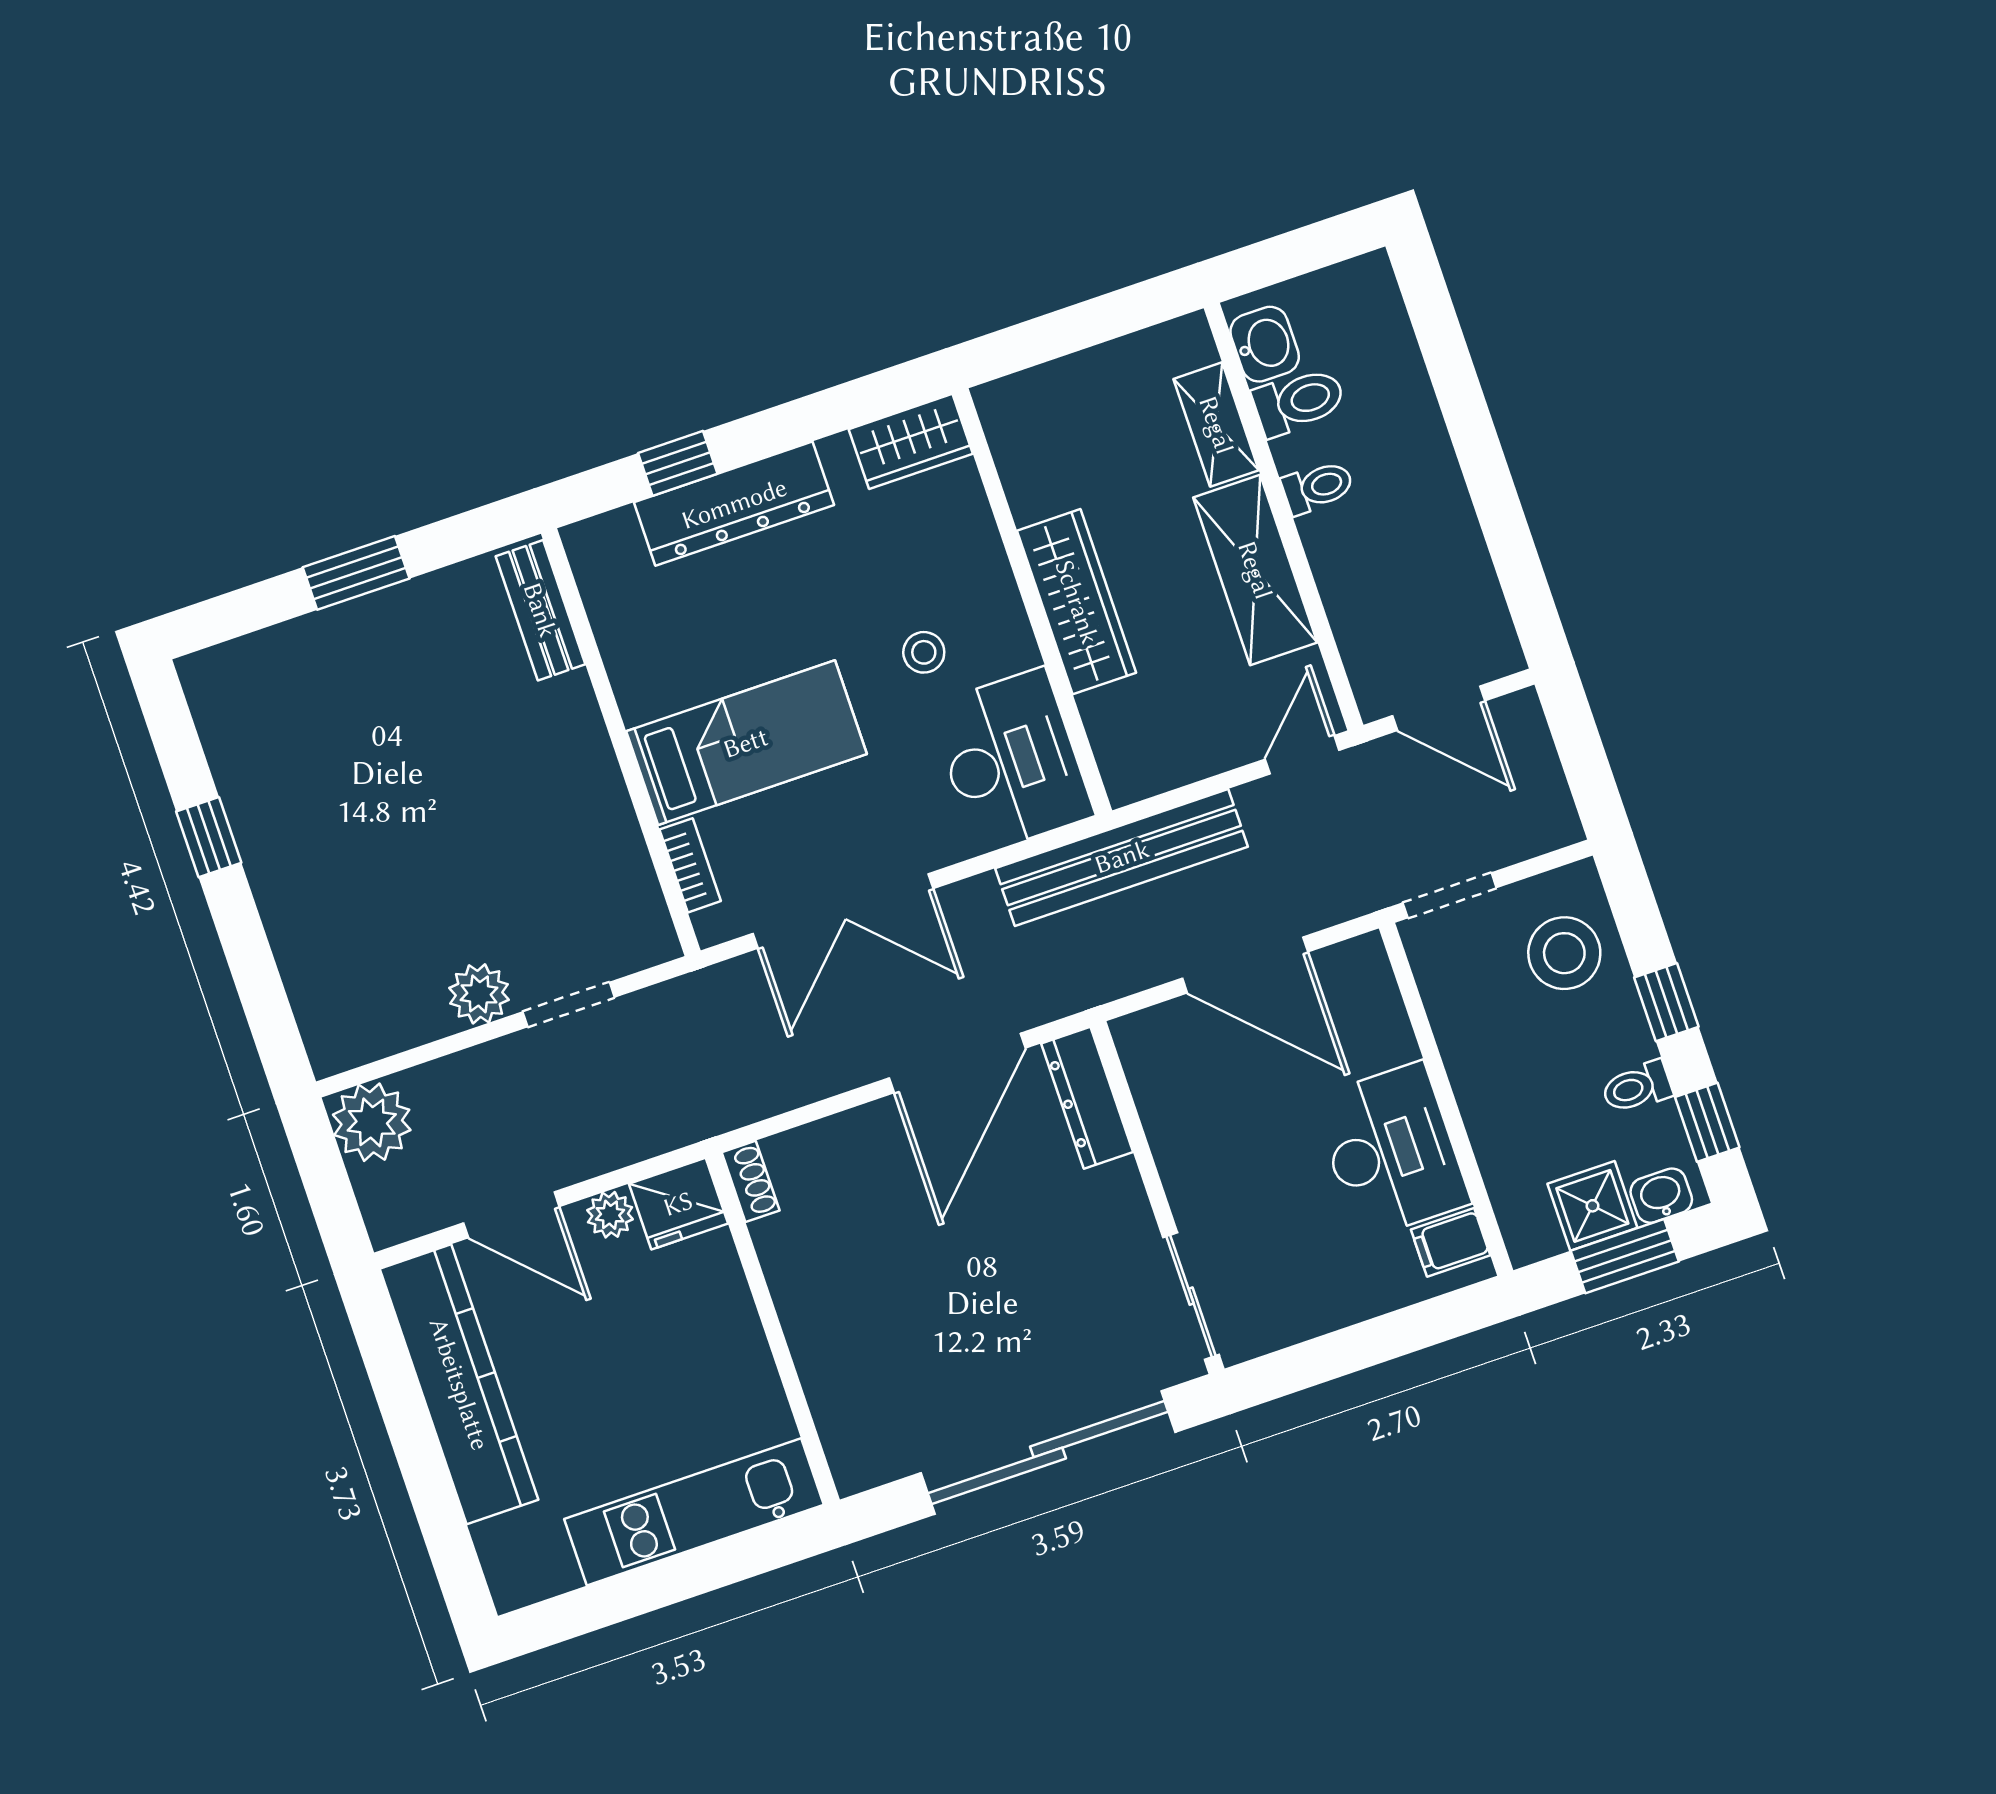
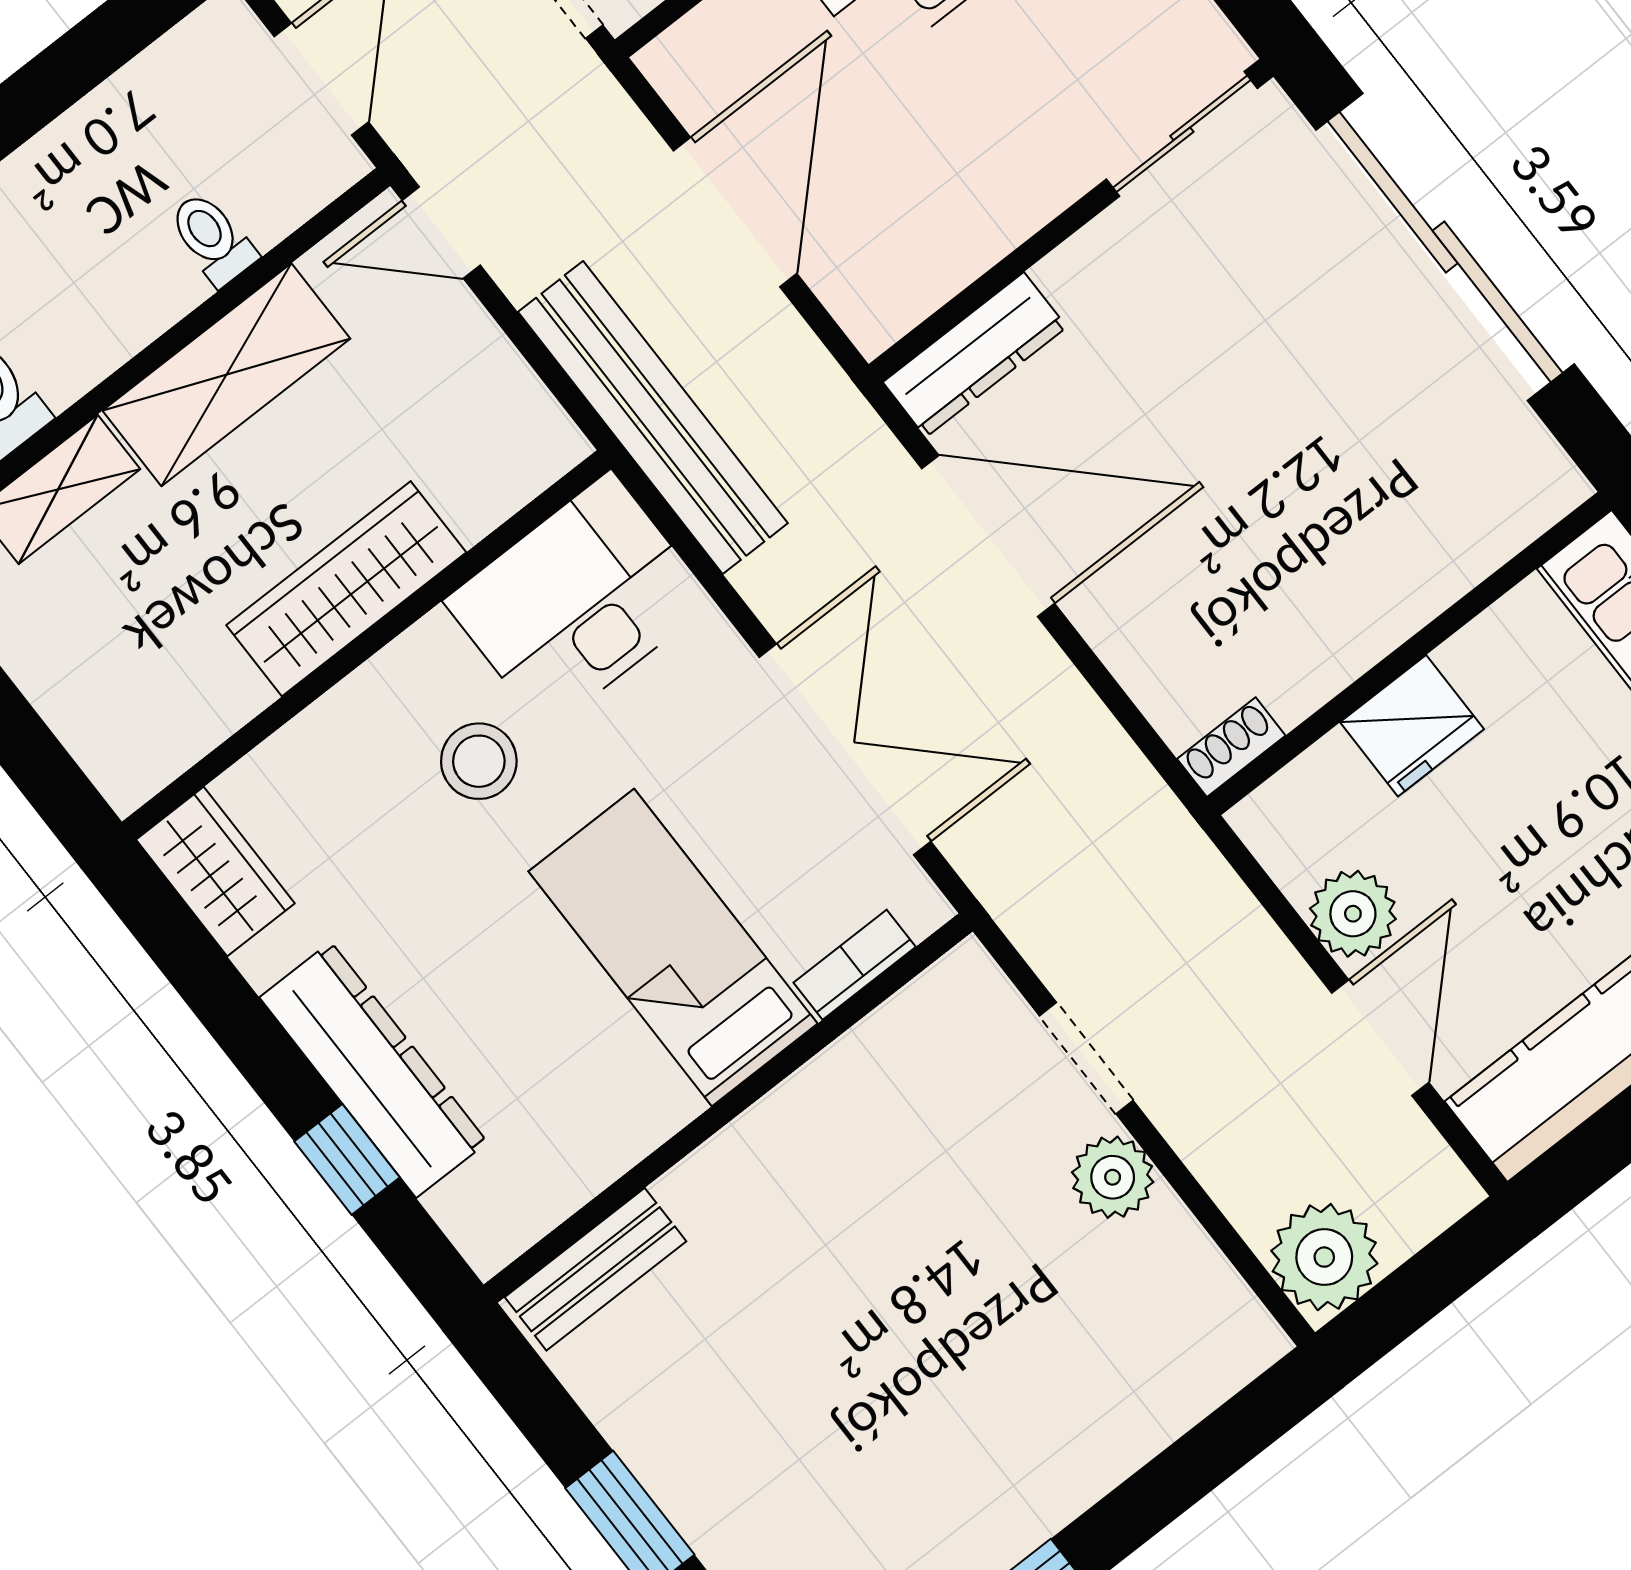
toilet: (1318, 487) -> (212, 239), moved
stool: (924, 652) -> (479, 761), width x1.37, depth x1.37
fridge: (678, 1204) -> (1412, 726), moved, turned 90
plant: (610, 1215) -> (1353, 914), width x1.38, depth x1.38

